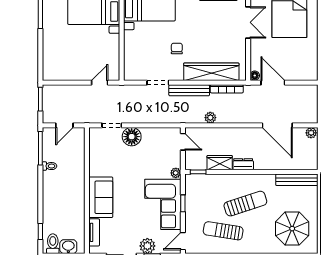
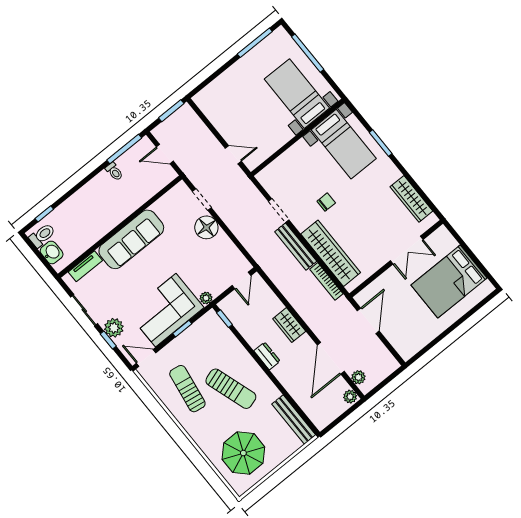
floor lamp: (255, 76) -> (361, 298), removed
plant: (210, 118) -> (358, 377), moved
wardrobe: (220, 163) -> (289, 325), moved, turned 180
sofa: (101, 197) -> (131, 239), width x1.36

